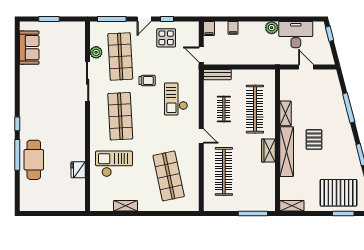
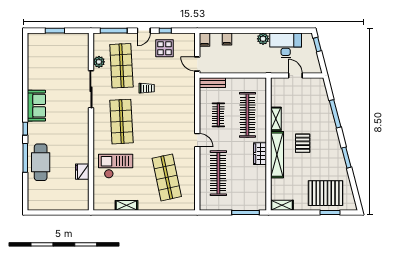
sofa: (29, 48) -> (36, 106), moved
checkout: (176, 99) -> (174, 105), removed

